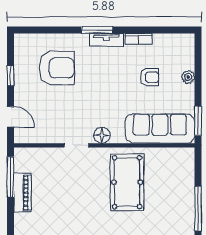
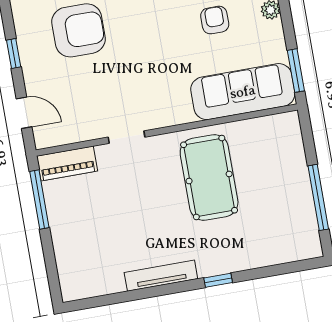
armchair: (150, 77) -> (215, 20), turned -90
floor lamp: (102, 135) -> (161, 116), removed
piano: (23, 193) -> (67, 164), moved, turned 90

